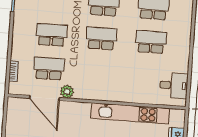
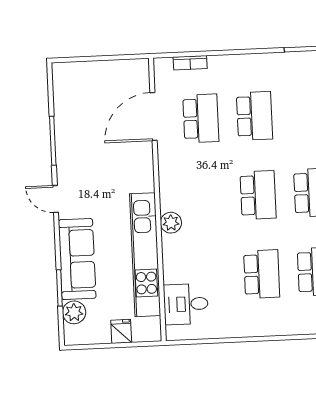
desk: (174, 85) -> (186, 304), moved, turned 90
plant: (67, 92) -> (171, 223), moved

